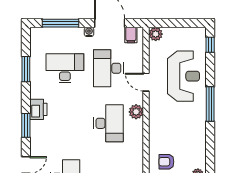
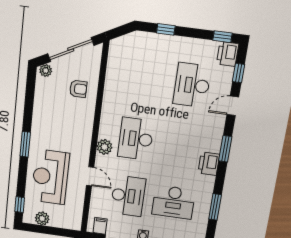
plant: (156, 34) -> (42, 219), moved
window: (210, 104) -> (25, 144), width x0.69

